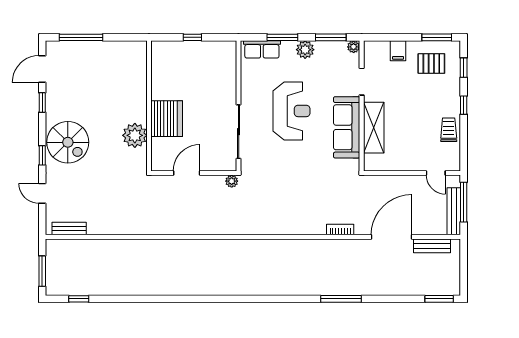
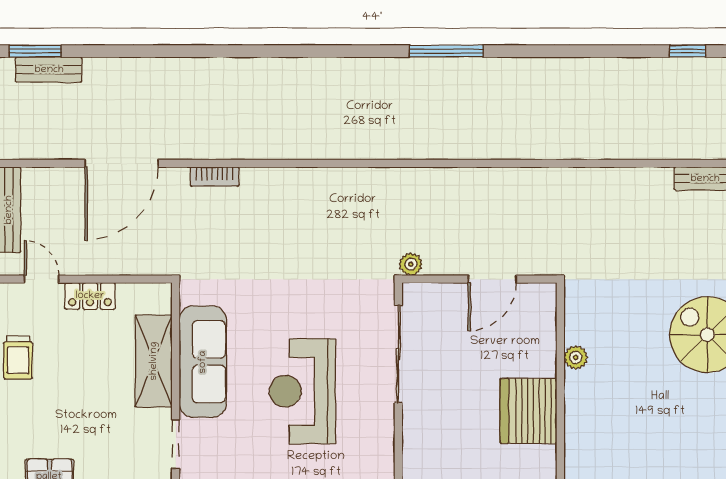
server rack: (167, 119) -> (528, 411), moved
plant: (135, 135) -> (576, 357), width x0.53, depth x0.53
locker: (409, 164) -> (90, 296), added
bench: (432, 246) -> (49, 70), moved
window: (341, 299) -> (446, 51), moved

